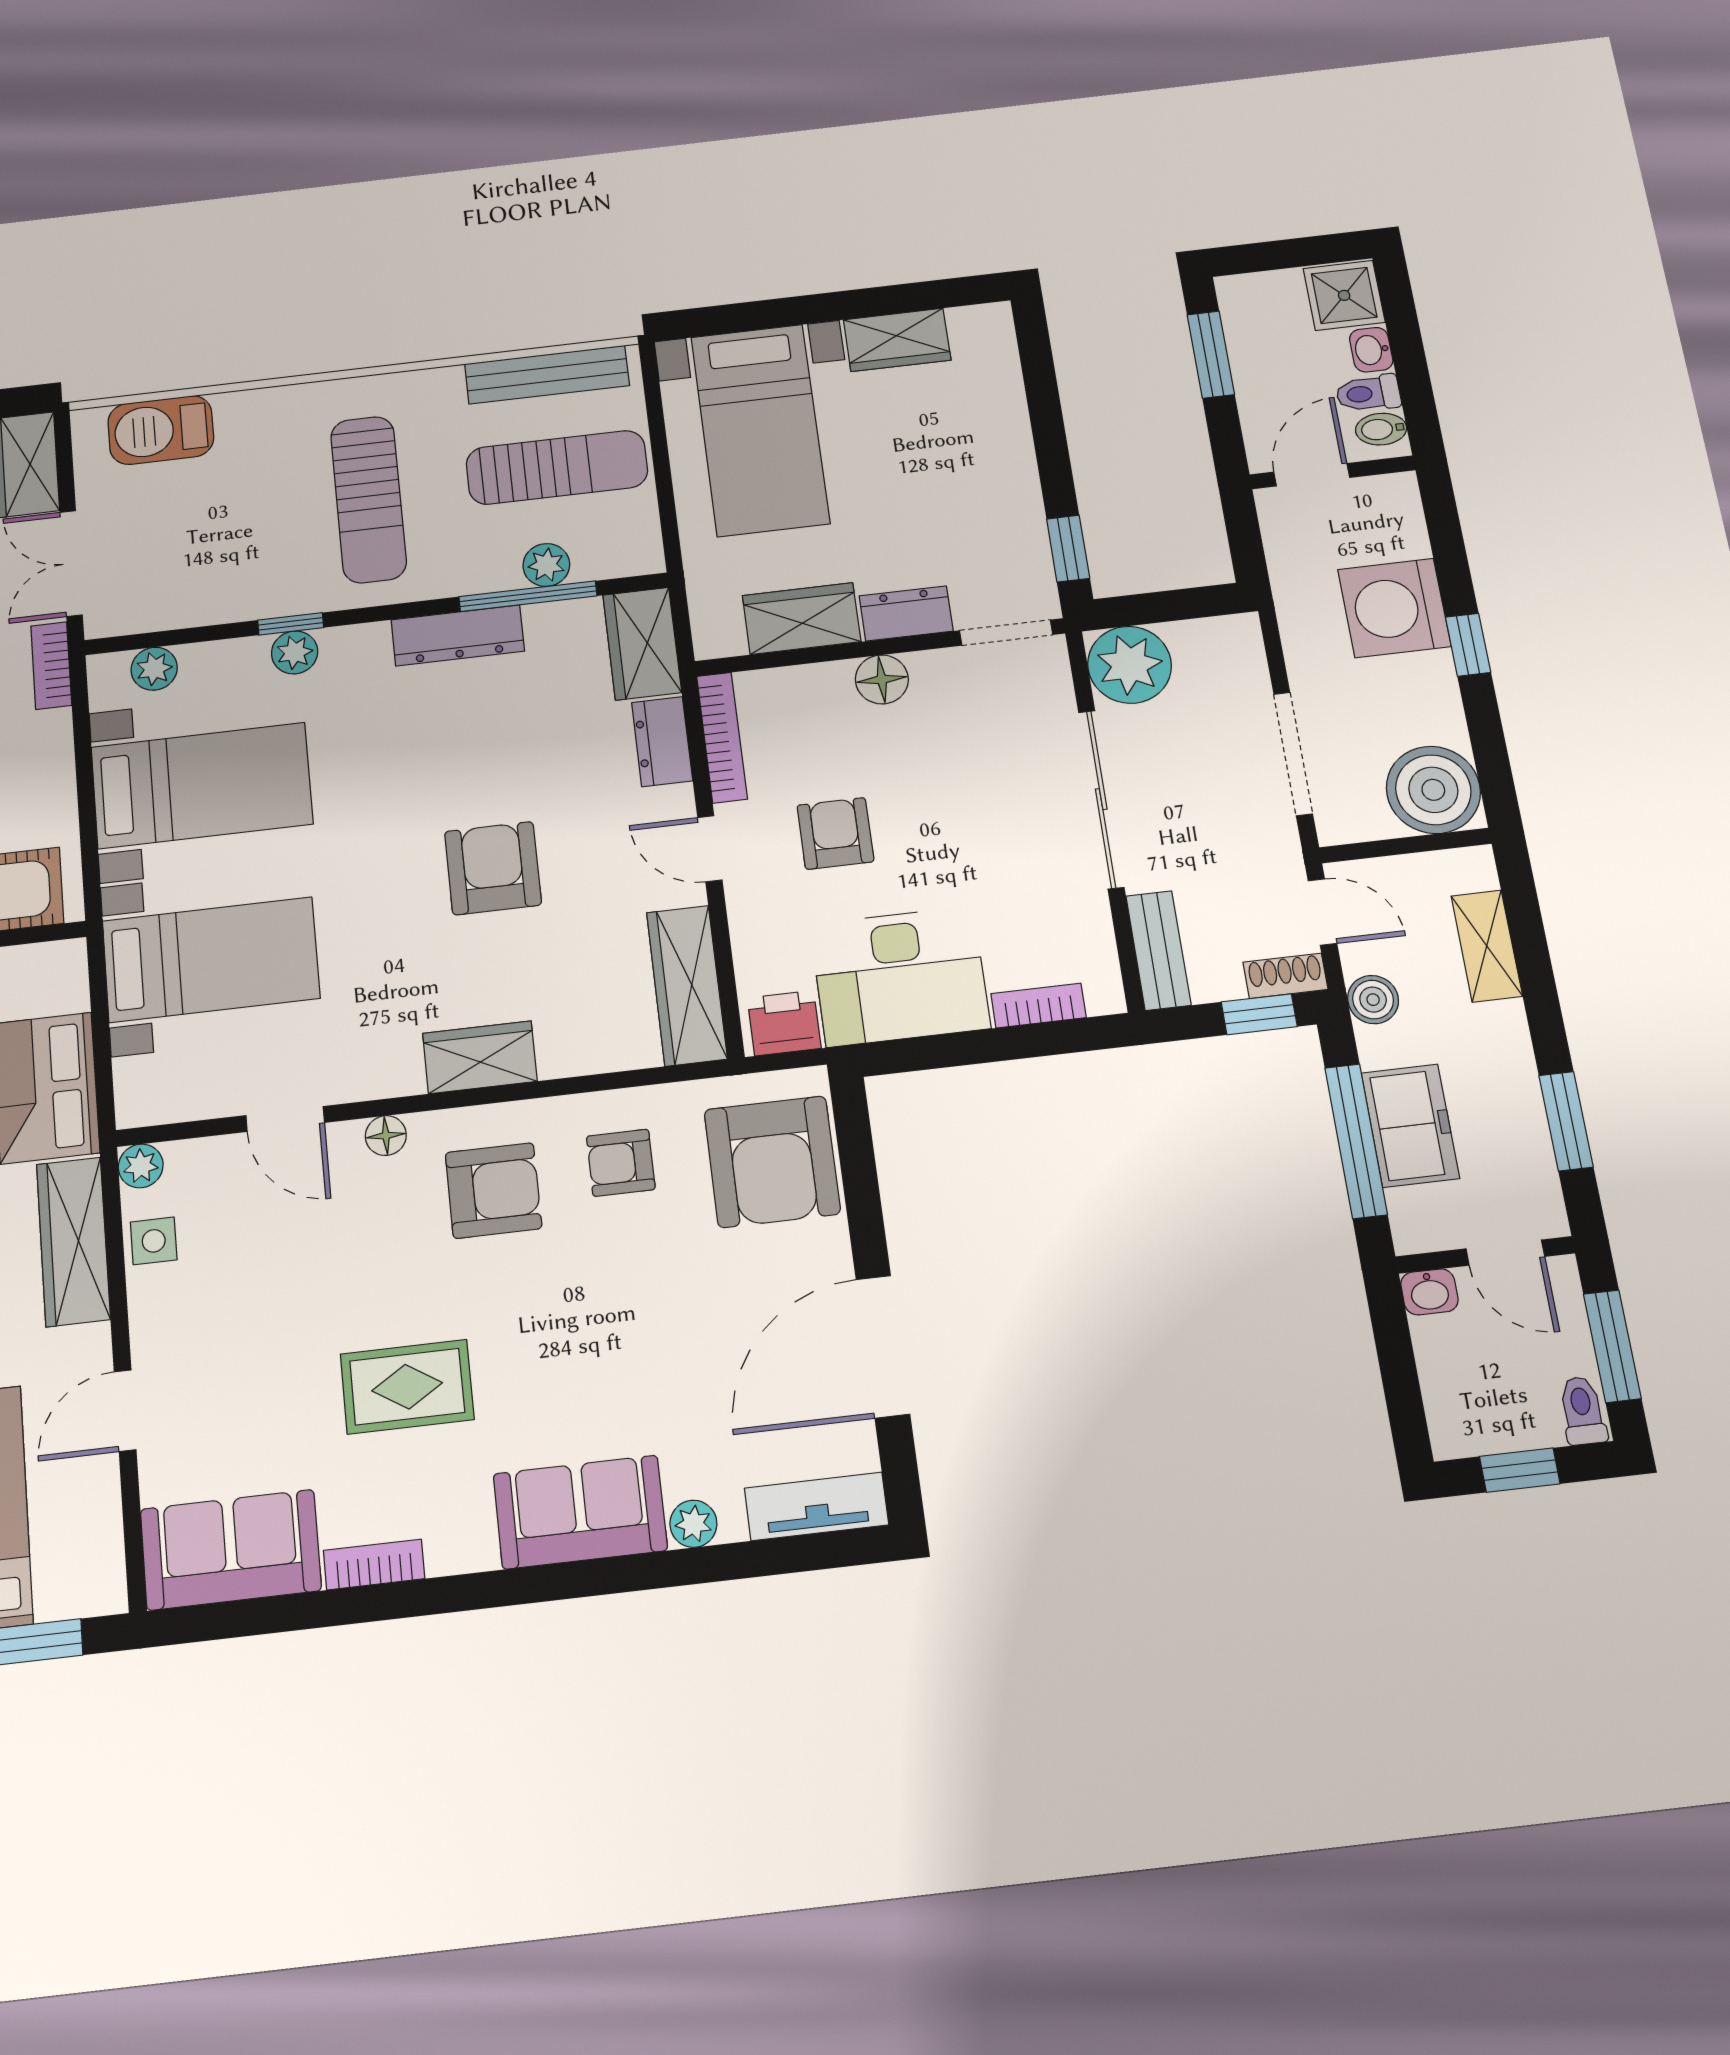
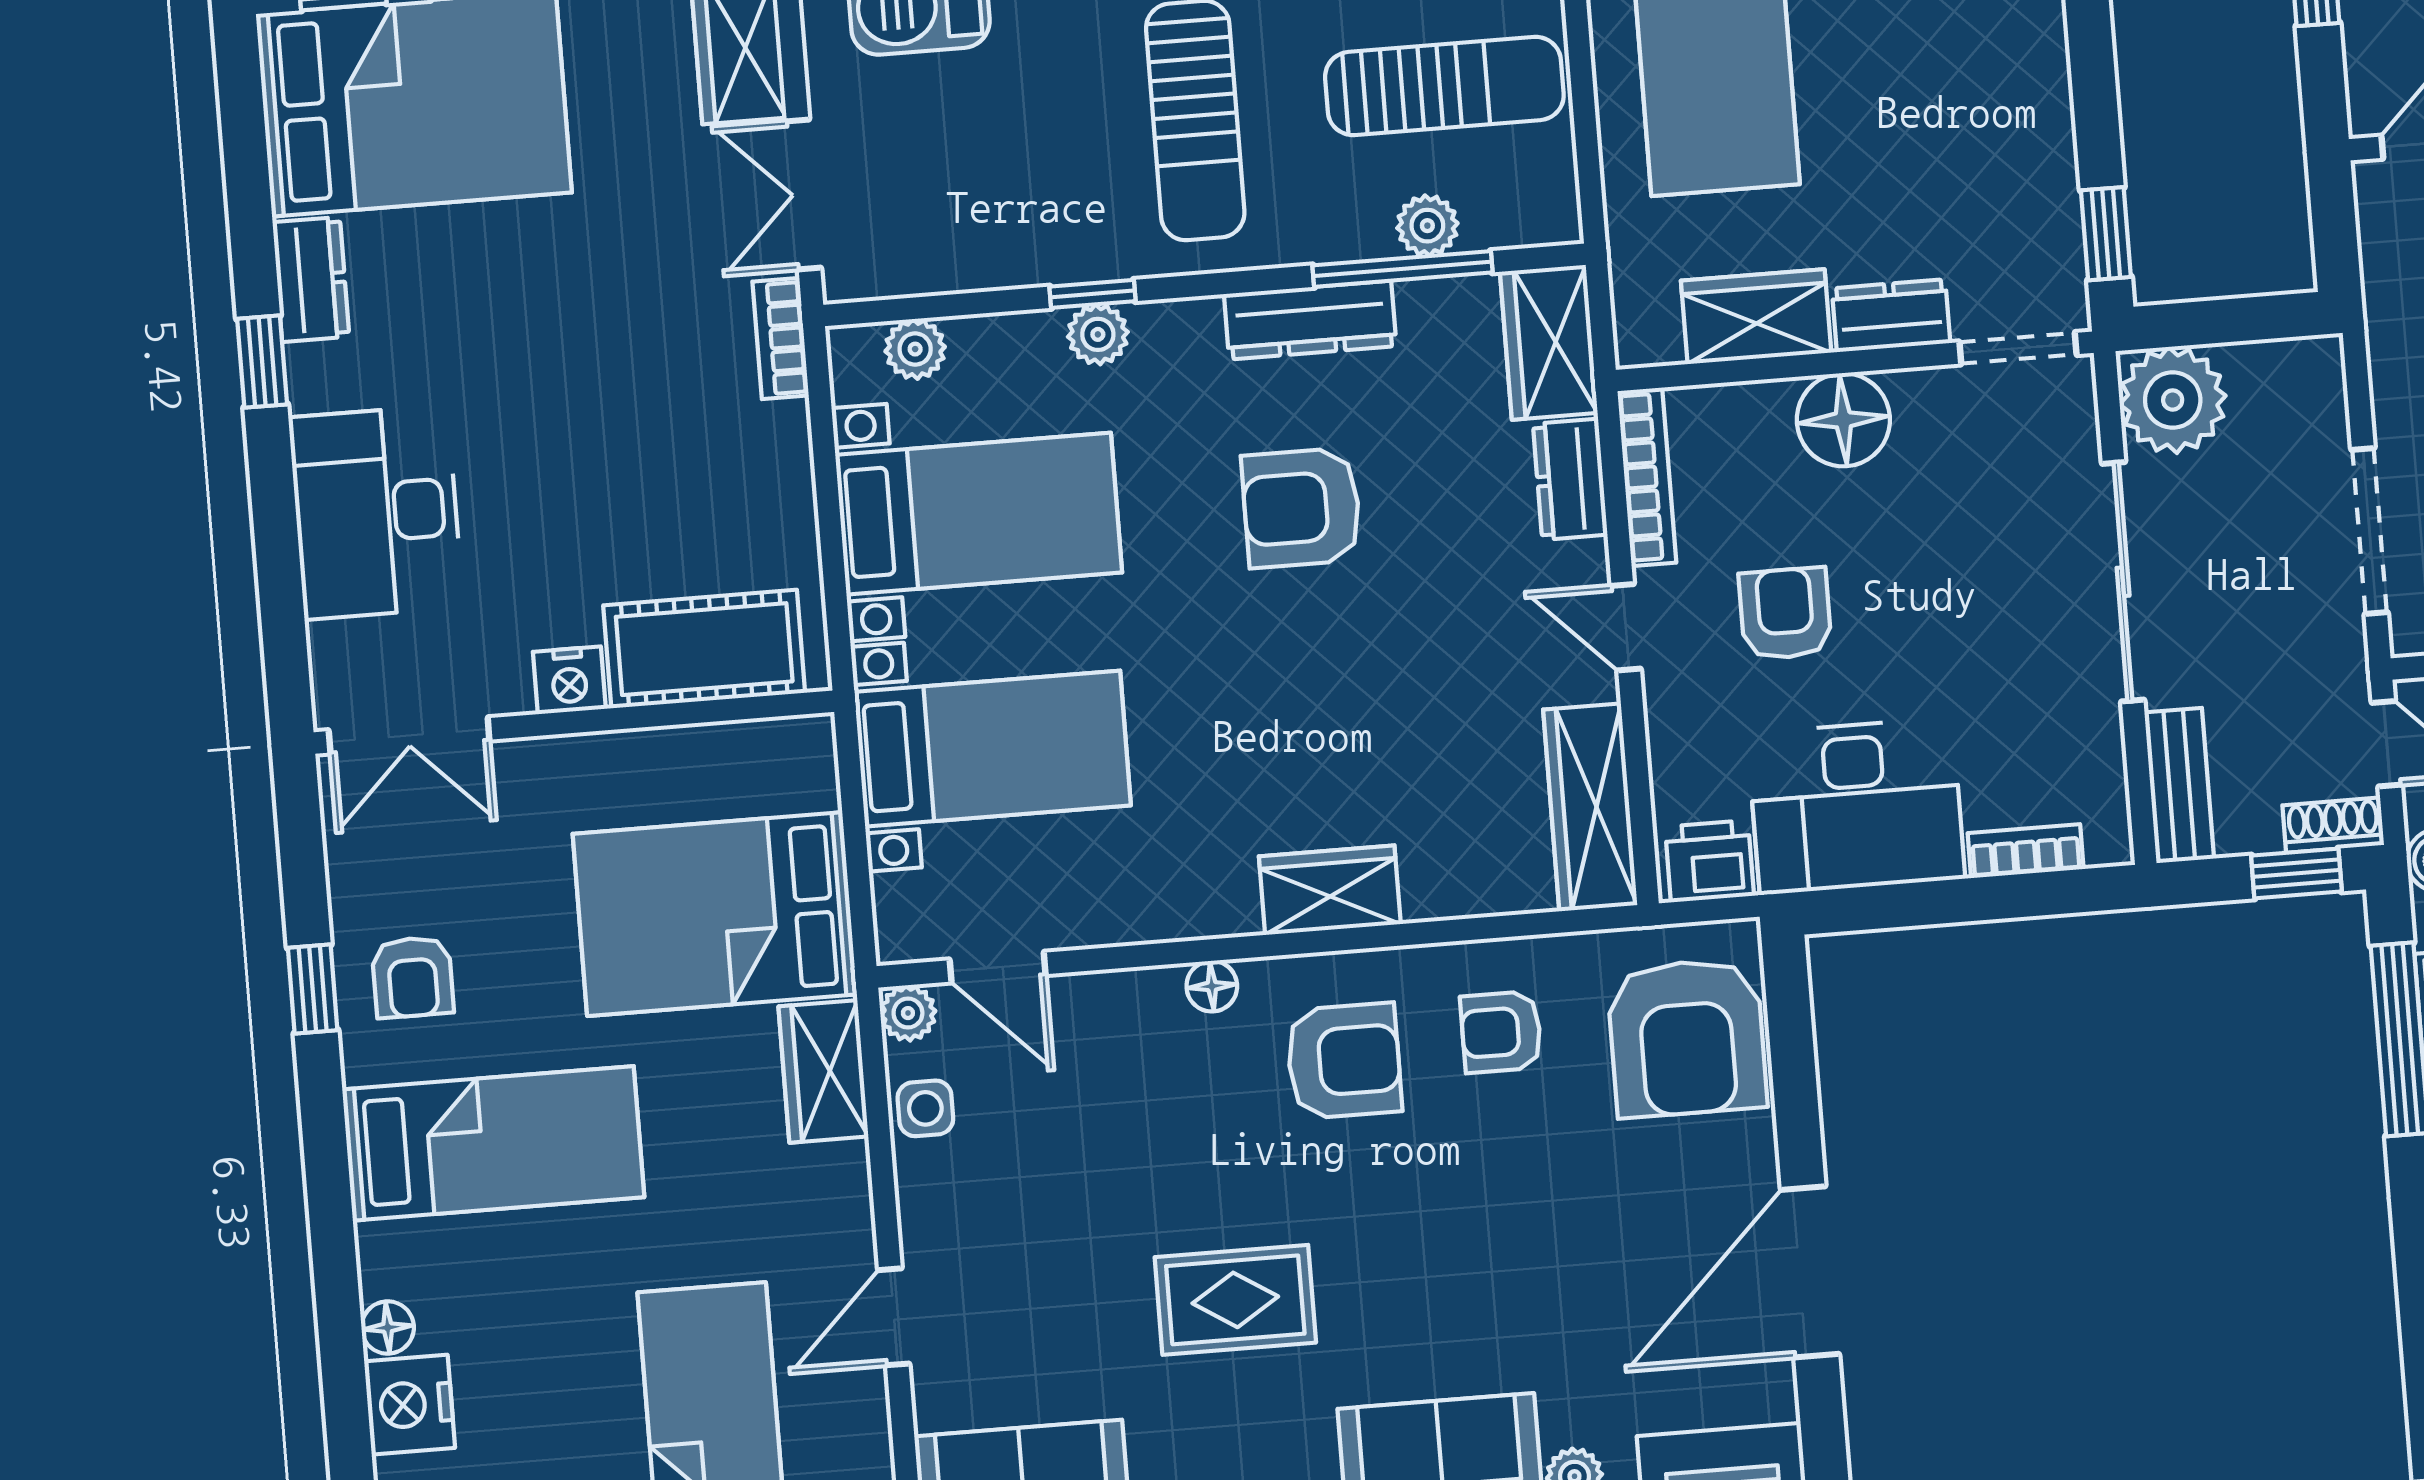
floor lamp: (882, 679) -> (1843, 420), width x1.38, depth x1.38
armchair: (493, 868) -> (1301, 508), moved, turned -90
door: (285, 1119) -> (998, 967), moved
wardrobe: (73, 1242) -> (823, 1071), width x0.67

